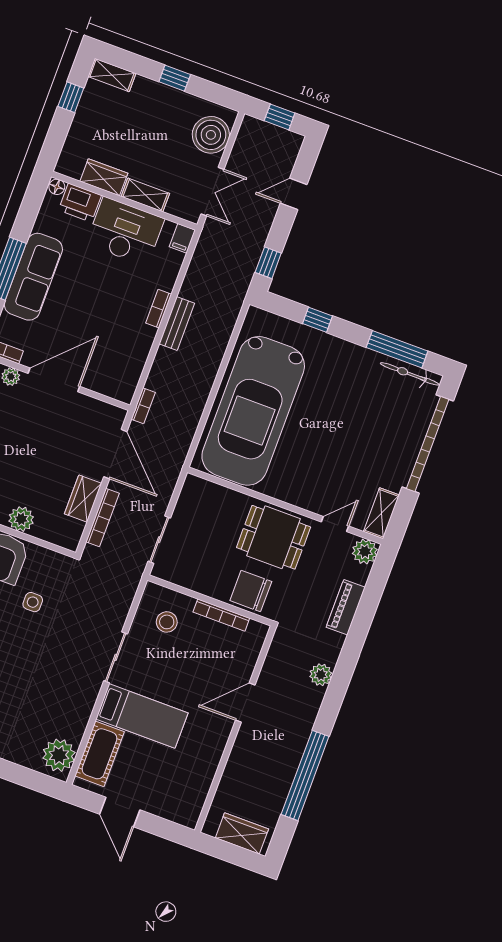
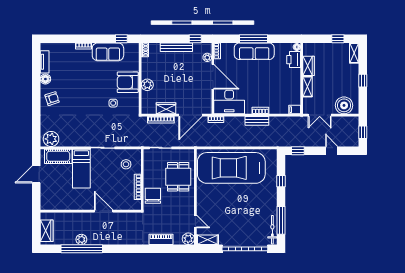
desk: (125, 231) -> (229, 102), moved, turned 90
dining table: (274, 537) -> (178, 177), moved
plant: (321, 675) -> (81, 239), moved

